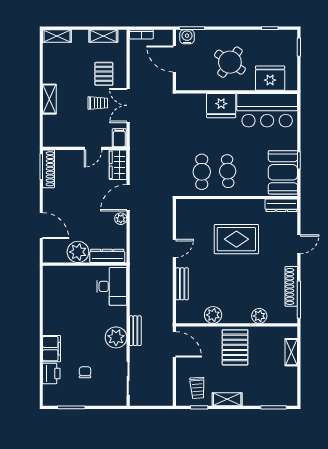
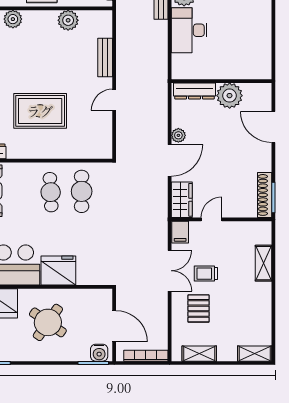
bookcase: (141, 34) -> (146, 356), width x1.56
shelving: (49, 99) -> (264, 263), moved
desk: (112, 286) -> (189, 30), moved

